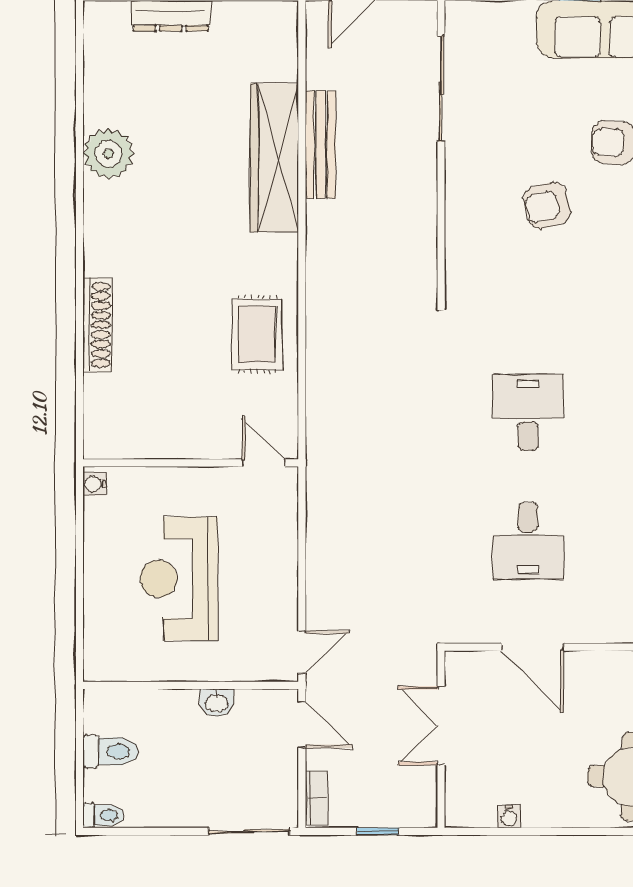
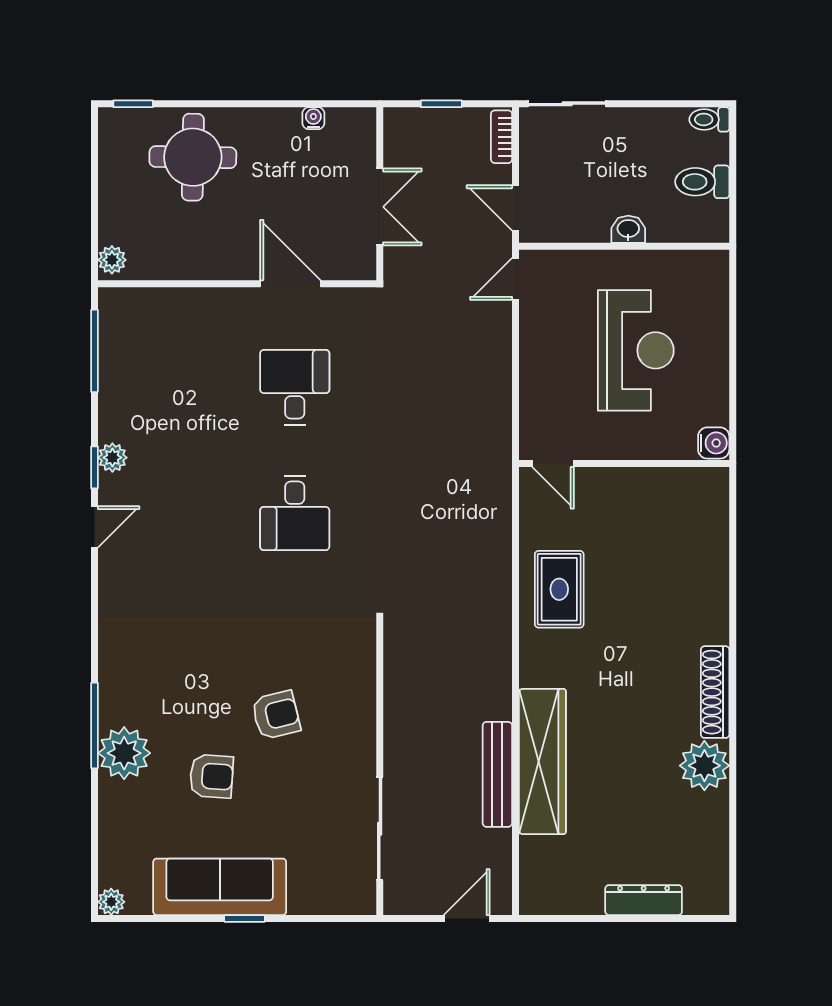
shoe rack: (97, 325) -> (715, 692), moved
water cooler: (95, 484) -> (714, 443), width x1.38, depth x1.38
washbasin: (217, 703) -> (628, 229), moved

